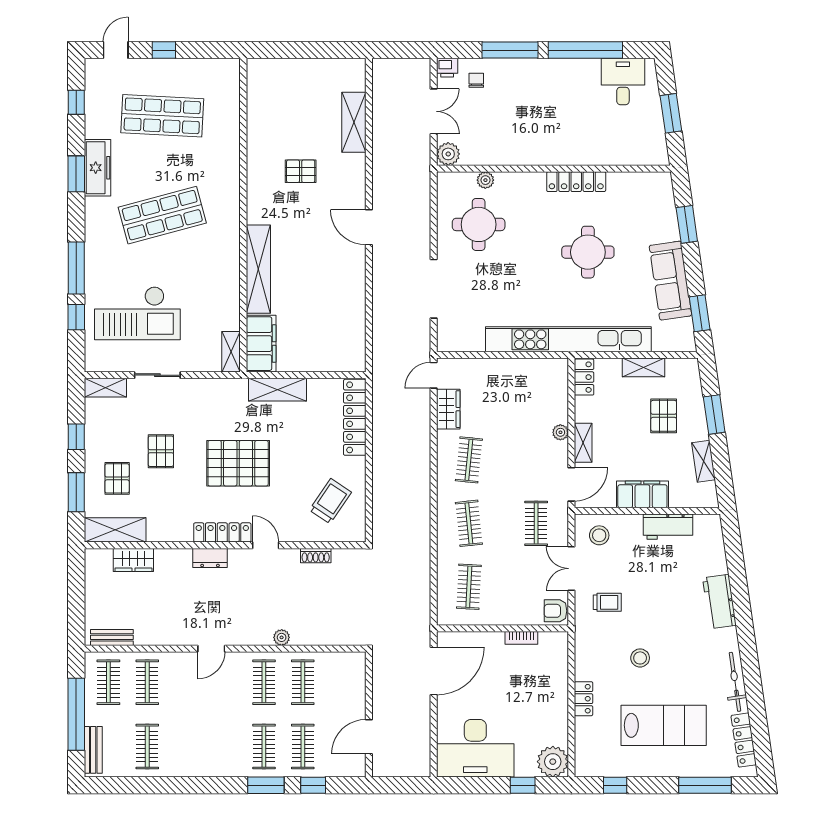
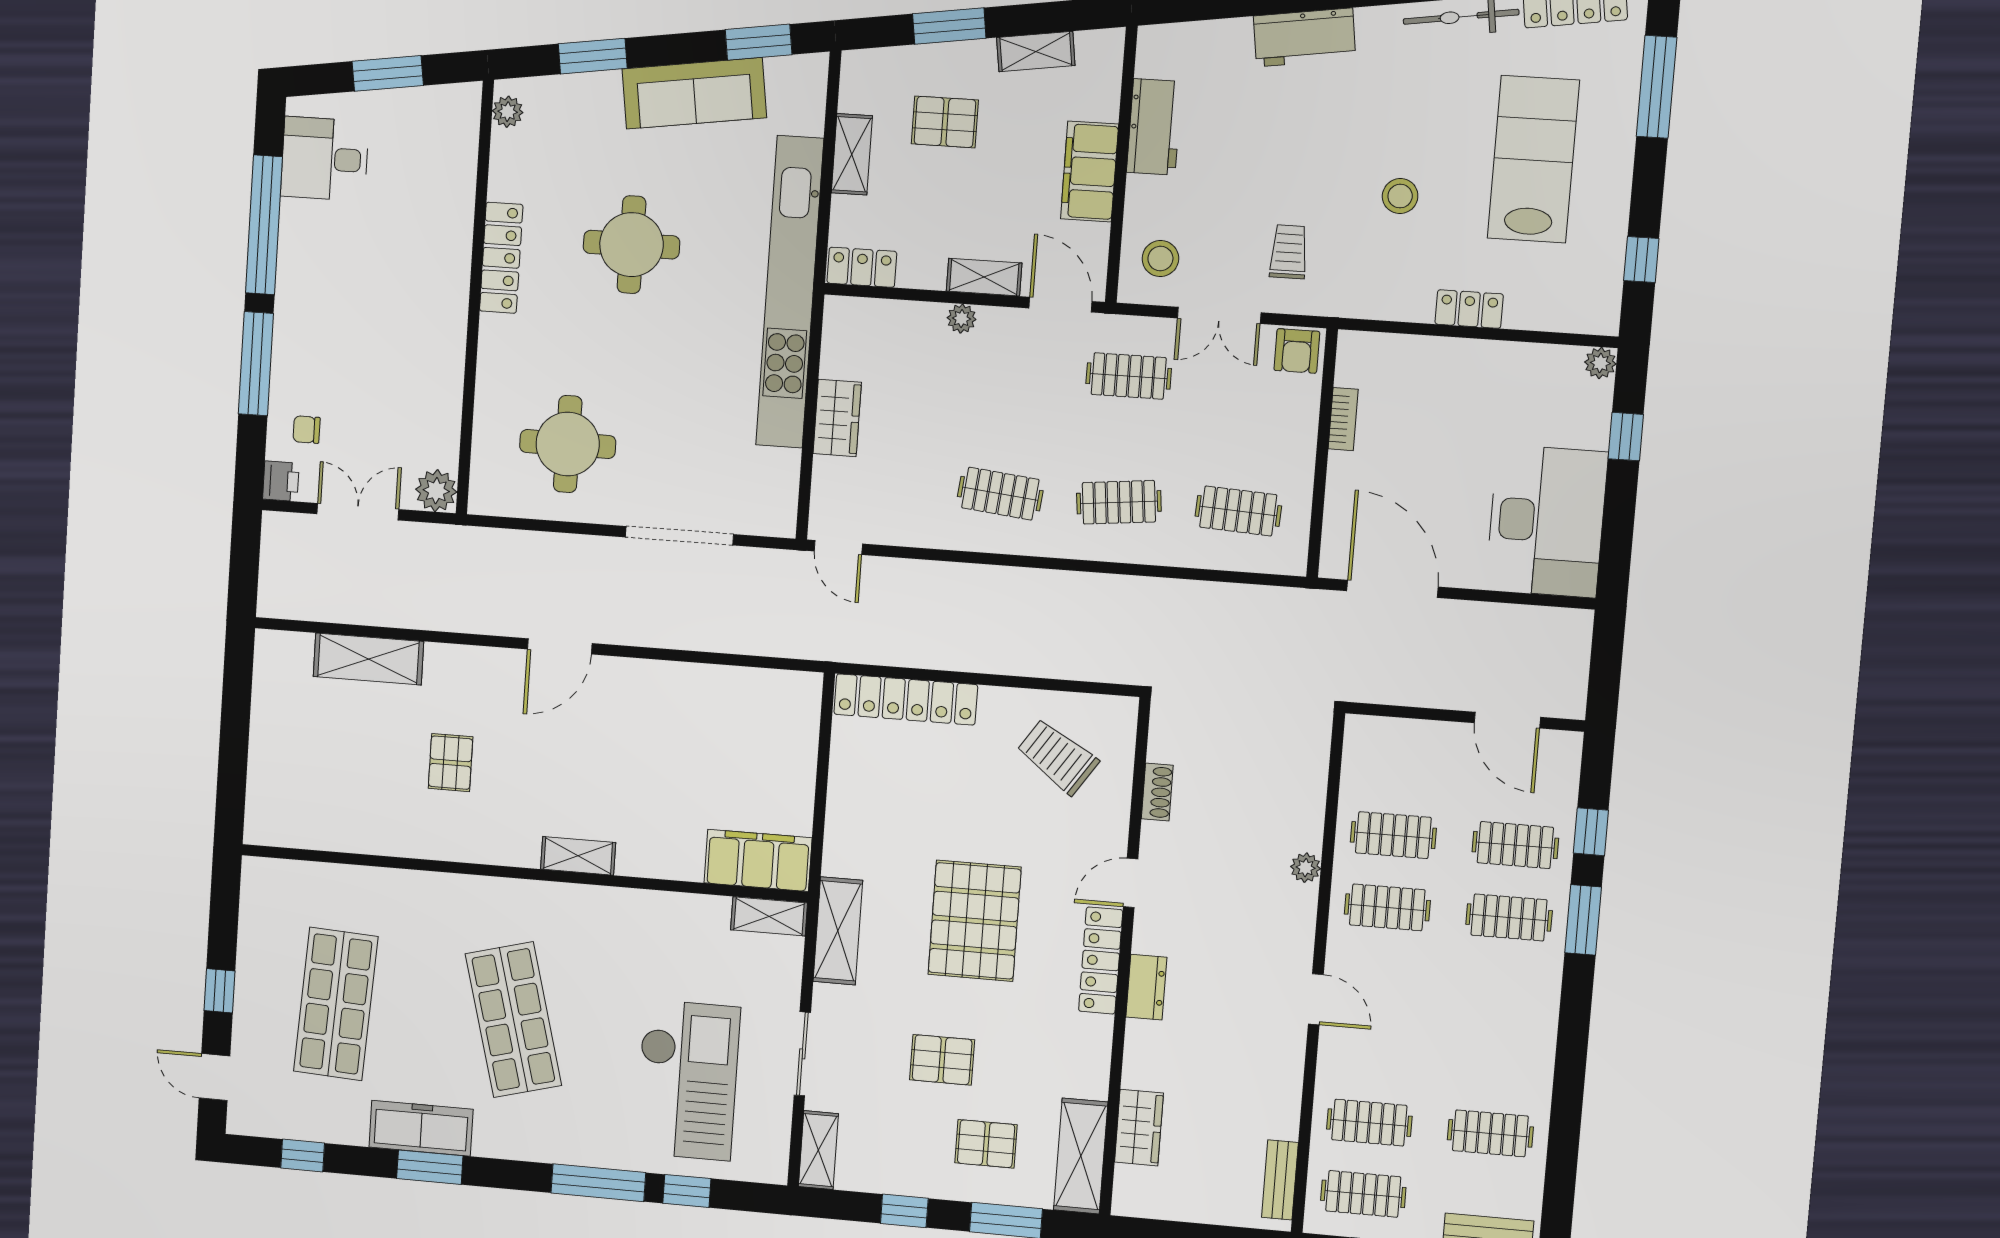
plant: (485, 180) -> (508, 112), moved
shelving: (258, 269) -> (578, 856), width x0.45, depth x0.75
shelving: (278, 390) -> (838, 931), moved
wardrobe: (448, 409) -> (837, 418), moved, turned 90
plant: (553, 762) -> (1600, 363), width x0.53, depth x0.53

